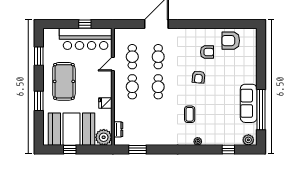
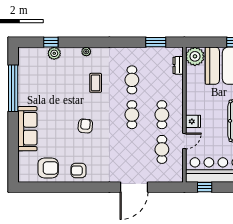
window: (85, 24) -> (205, 187), moved
armchair: (207, 52) -> (79, 170), moved
cafe table: (158, 57) -> (132, 80), moved
fridge: (105, 103) -> (193, 121), moved
sofa: (249, 103) -> (27, 129), moved
plant: (248, 140) -> (54, 53), moved

